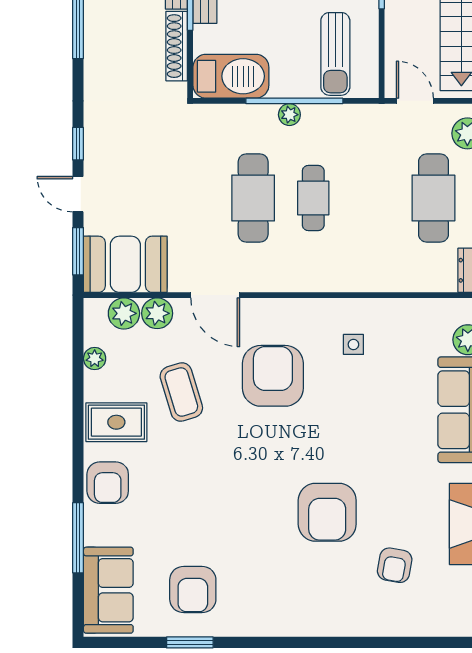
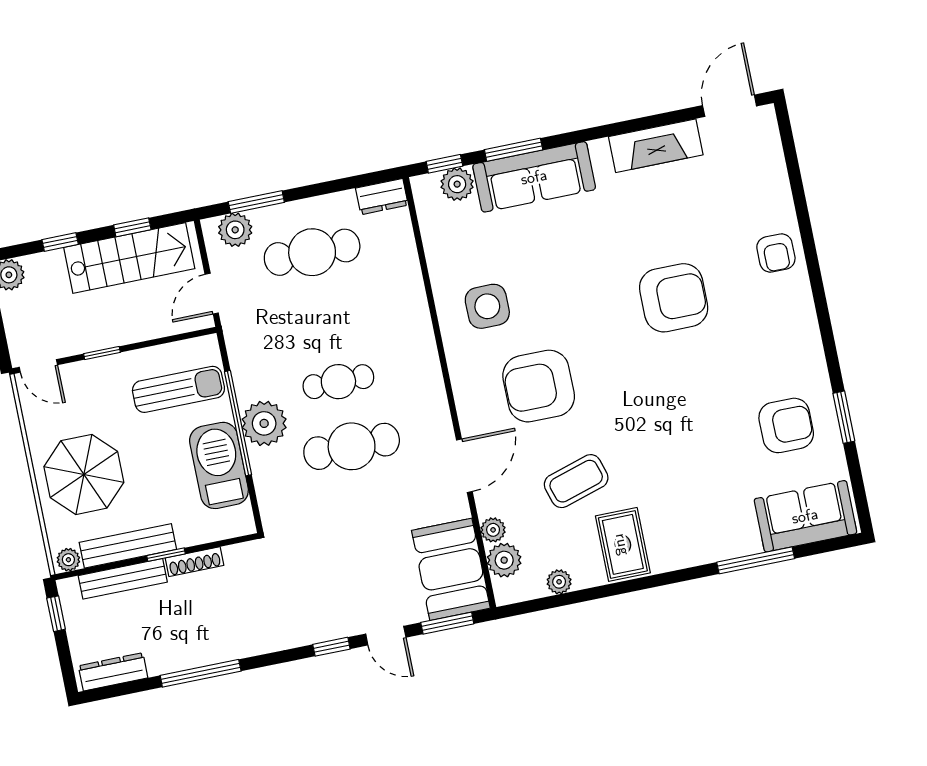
shoe rack: (177, 46) -> (194, 562), width x0.74, depth x0.81
barbecue: (231, 76) -> (219, 465), moved
plant: (289, 115) -> (264, 423), width x1.88, depth x1.88
door: (78, 194) -> (386, 636), hinge flipped
plant: (157, 313) -> (493, 530), width x0.73, depth x0.73
side table: (353, 344) -> (487, 306), width x1.87, depth x1.87
armchair: (108, 483) -> (690, 541), removed
armchair: (395, 565) -> (776, 253), moved, turned 80

